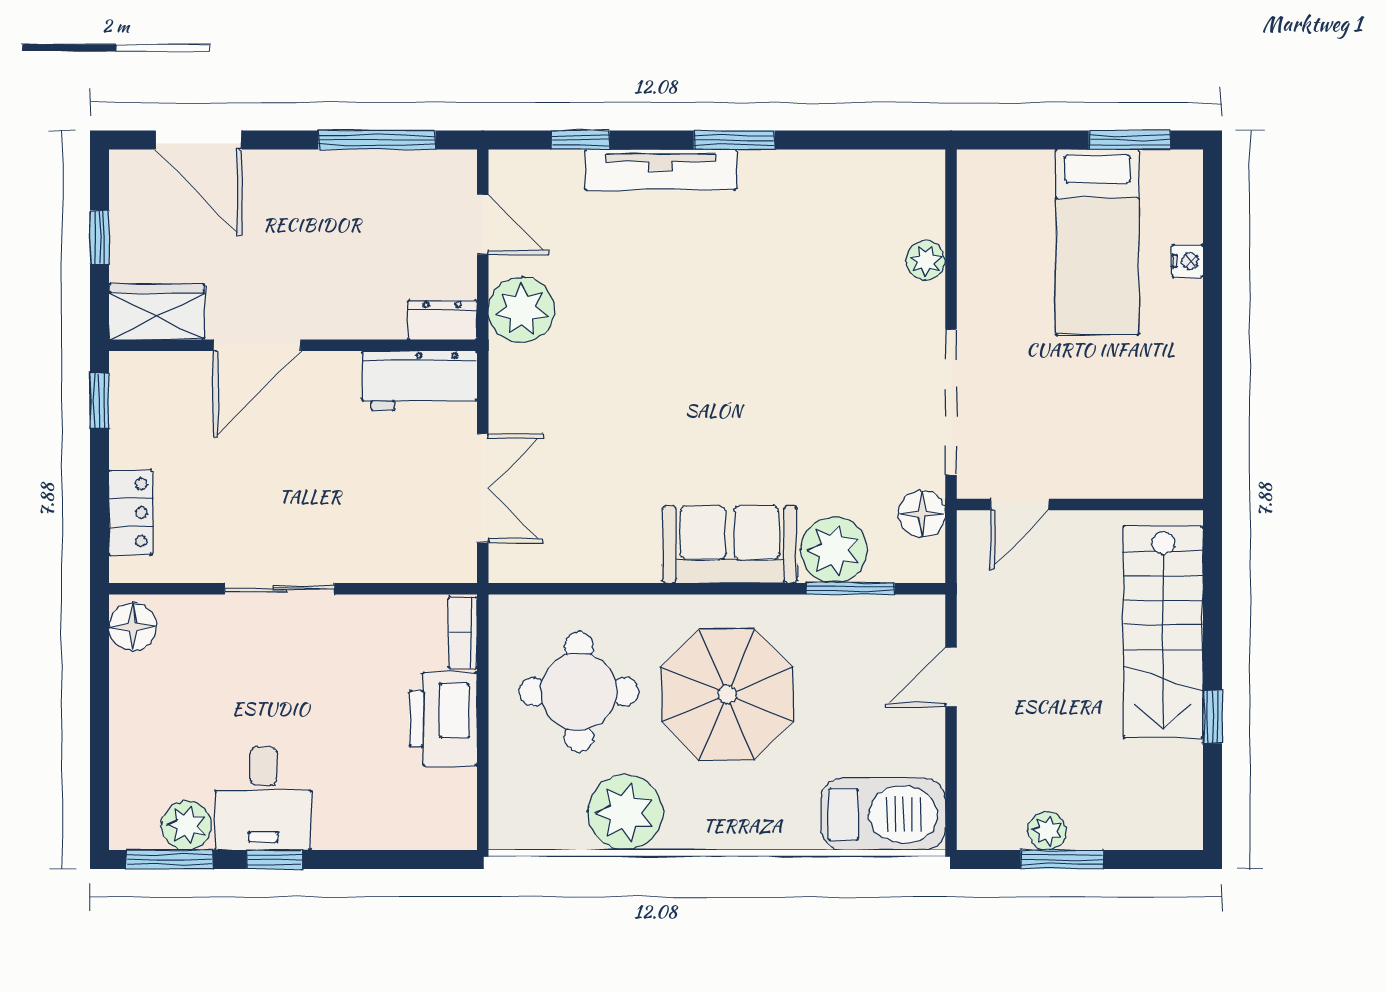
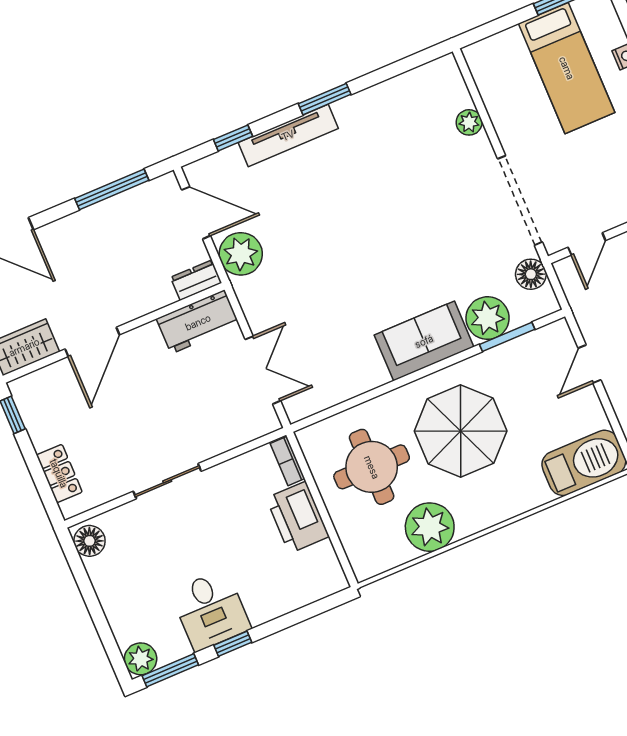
door: (483, 224) -> (196, 213), width x1.38
plant: (187, 825) -> (141, 659), moved

